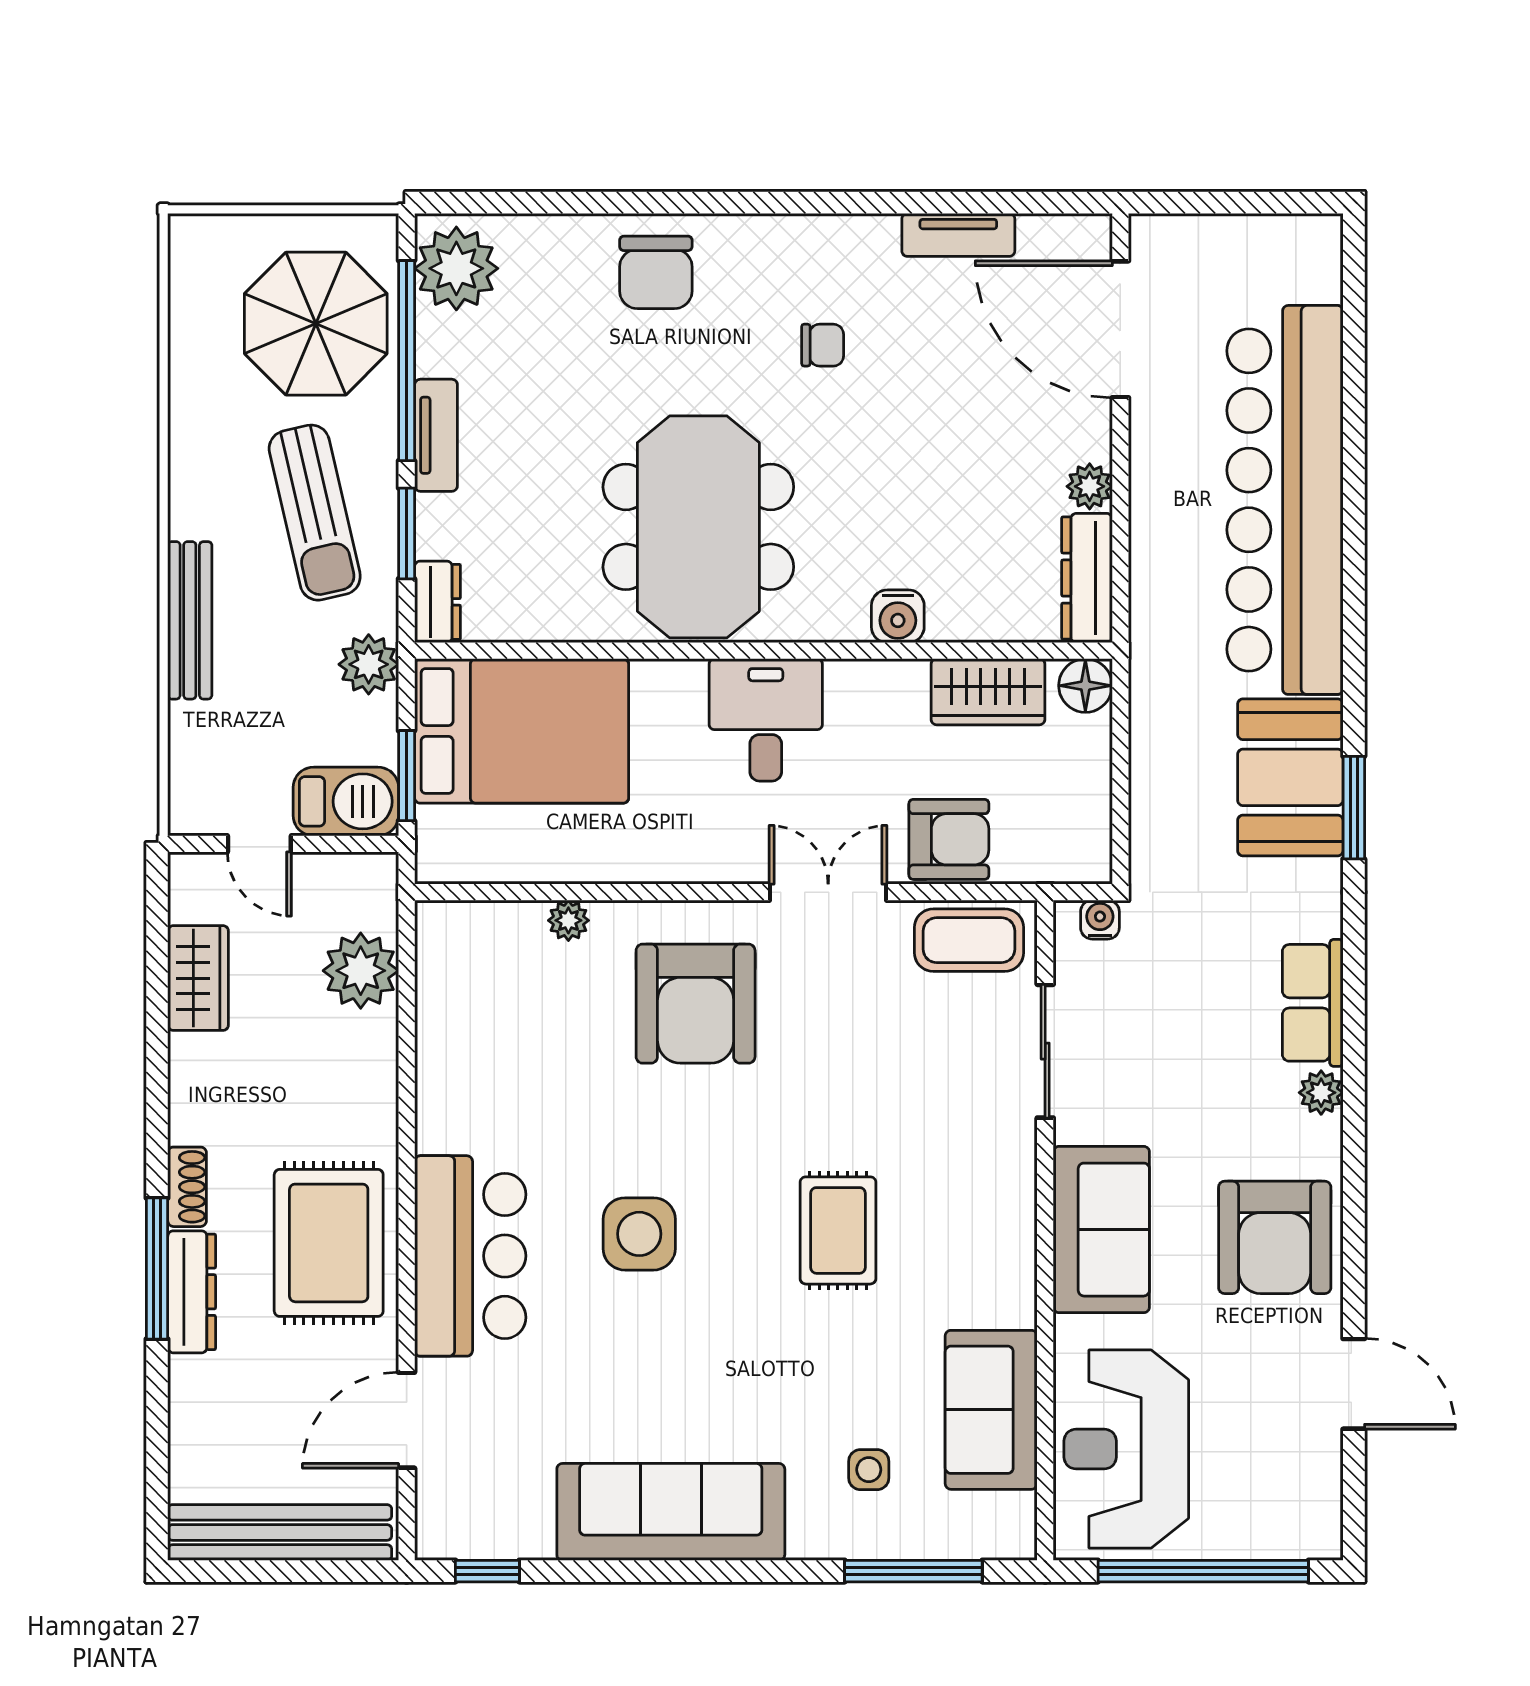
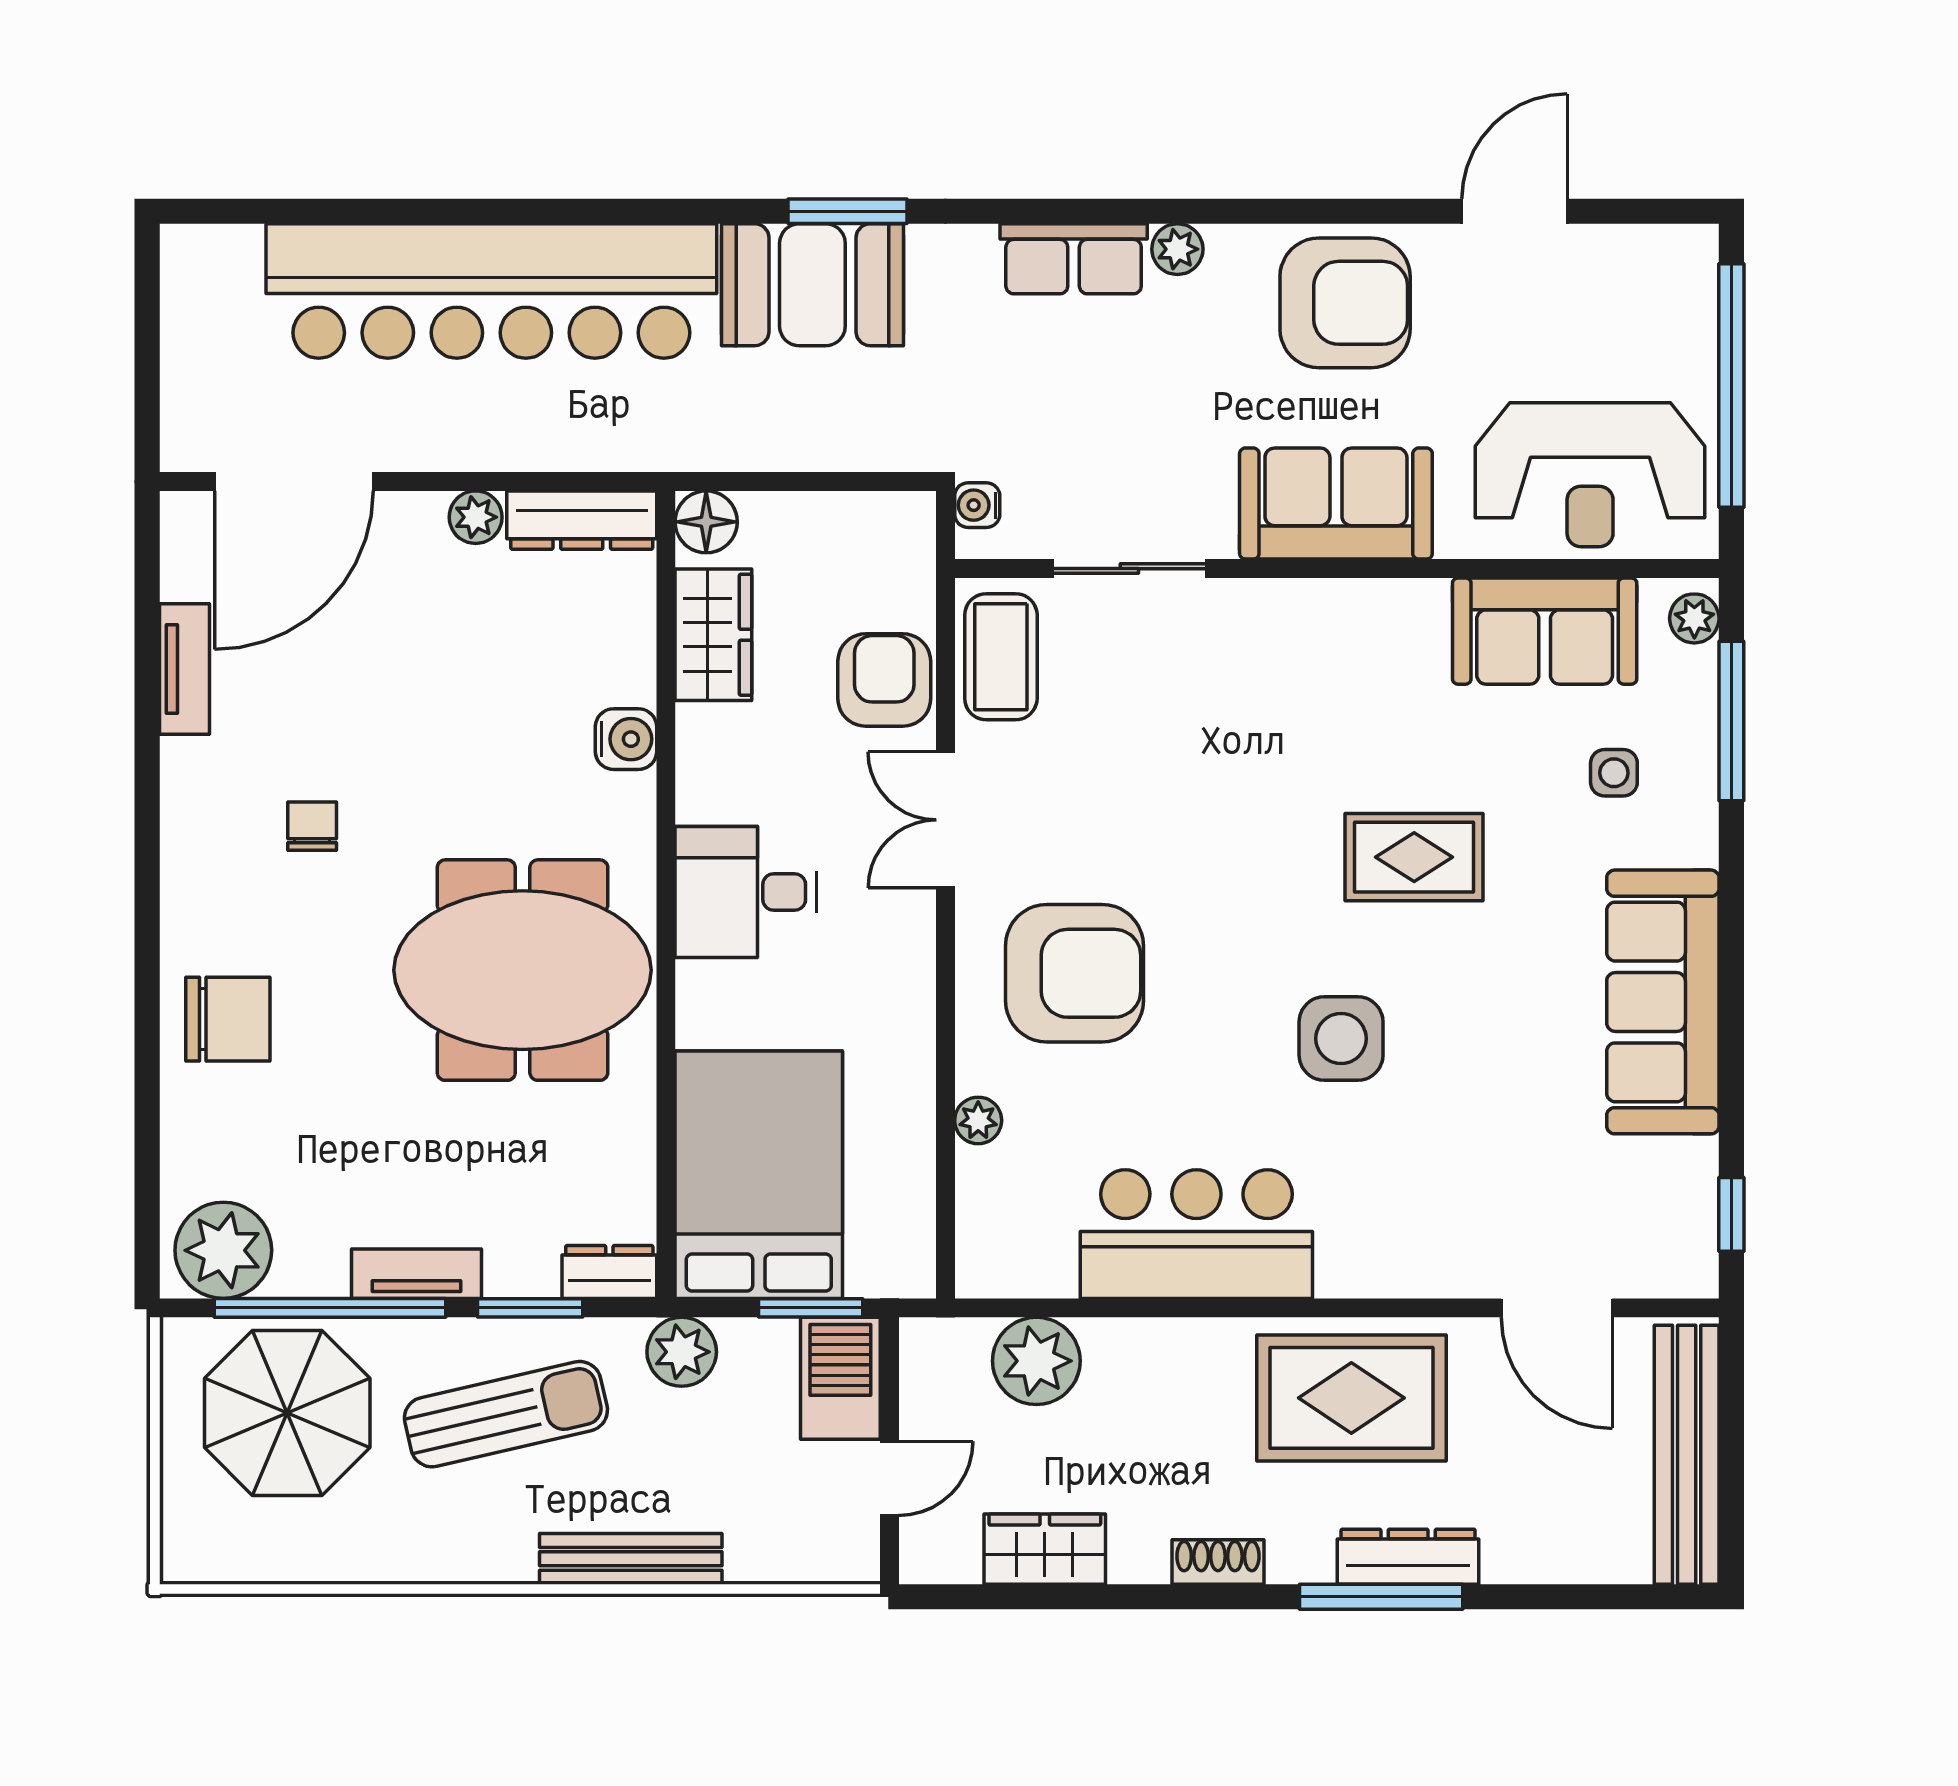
shoe rack: (187, 1187) -> (1218, 1562), moved
rug: (838, 1230) -> (1414, 857), moved
bar counter: (470, 1256) -> (1196, 1234), moved
plant: (1002, 1539) -> (1694, 618), added

